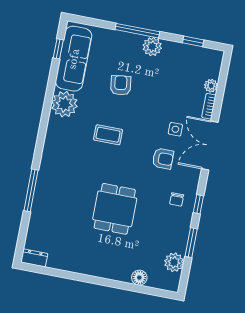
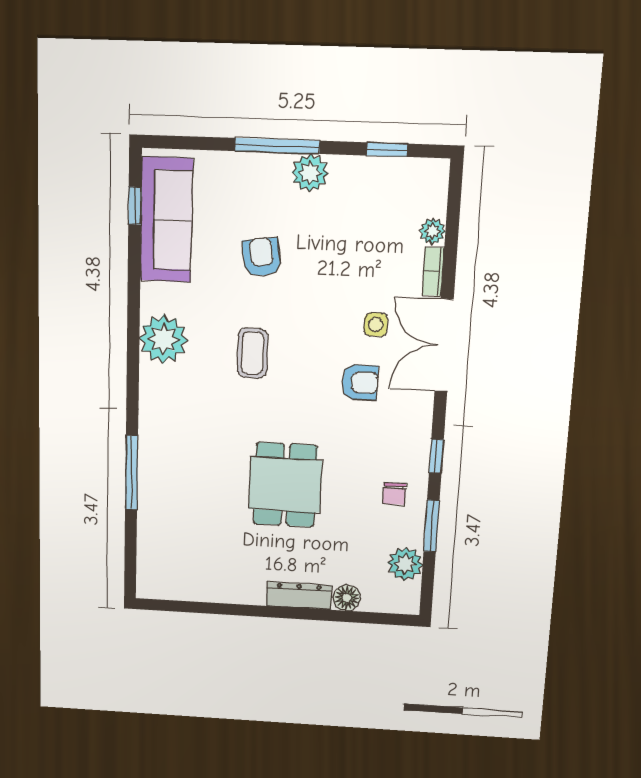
plant: (64, 104) -> (163, 339), moved
coffee table: (108, 135) -> (253, 353), turned 90
chair: (177, 199) -> (394, 494), moved
dresser: (34, 258) -> (299, 596), moved, width x1.44

